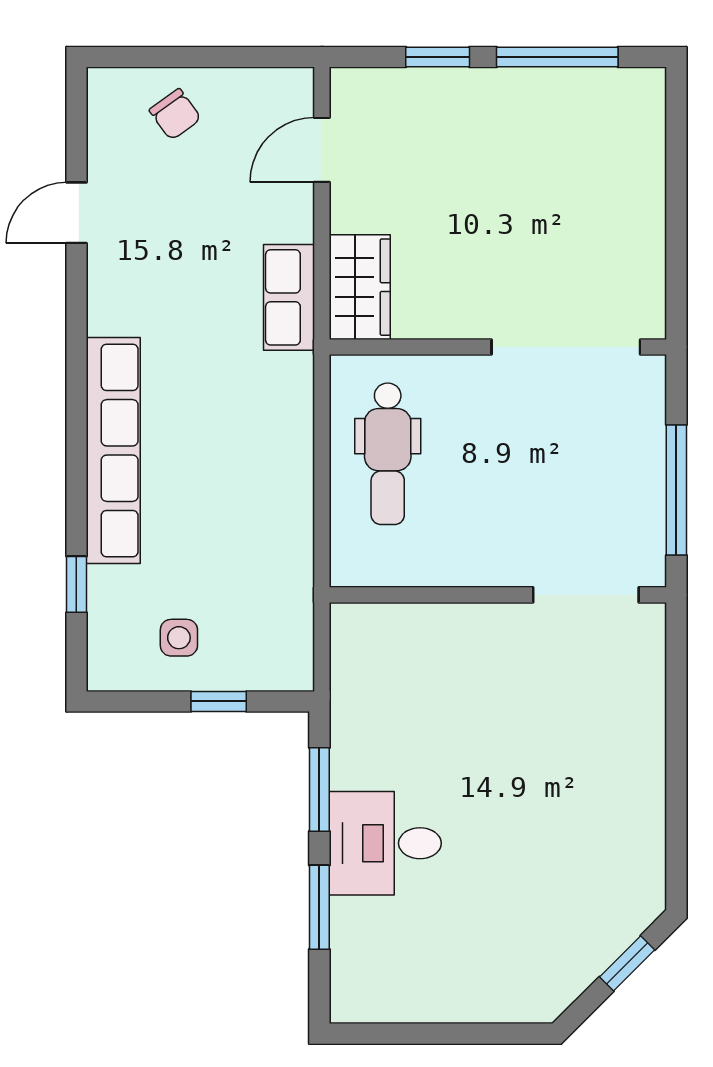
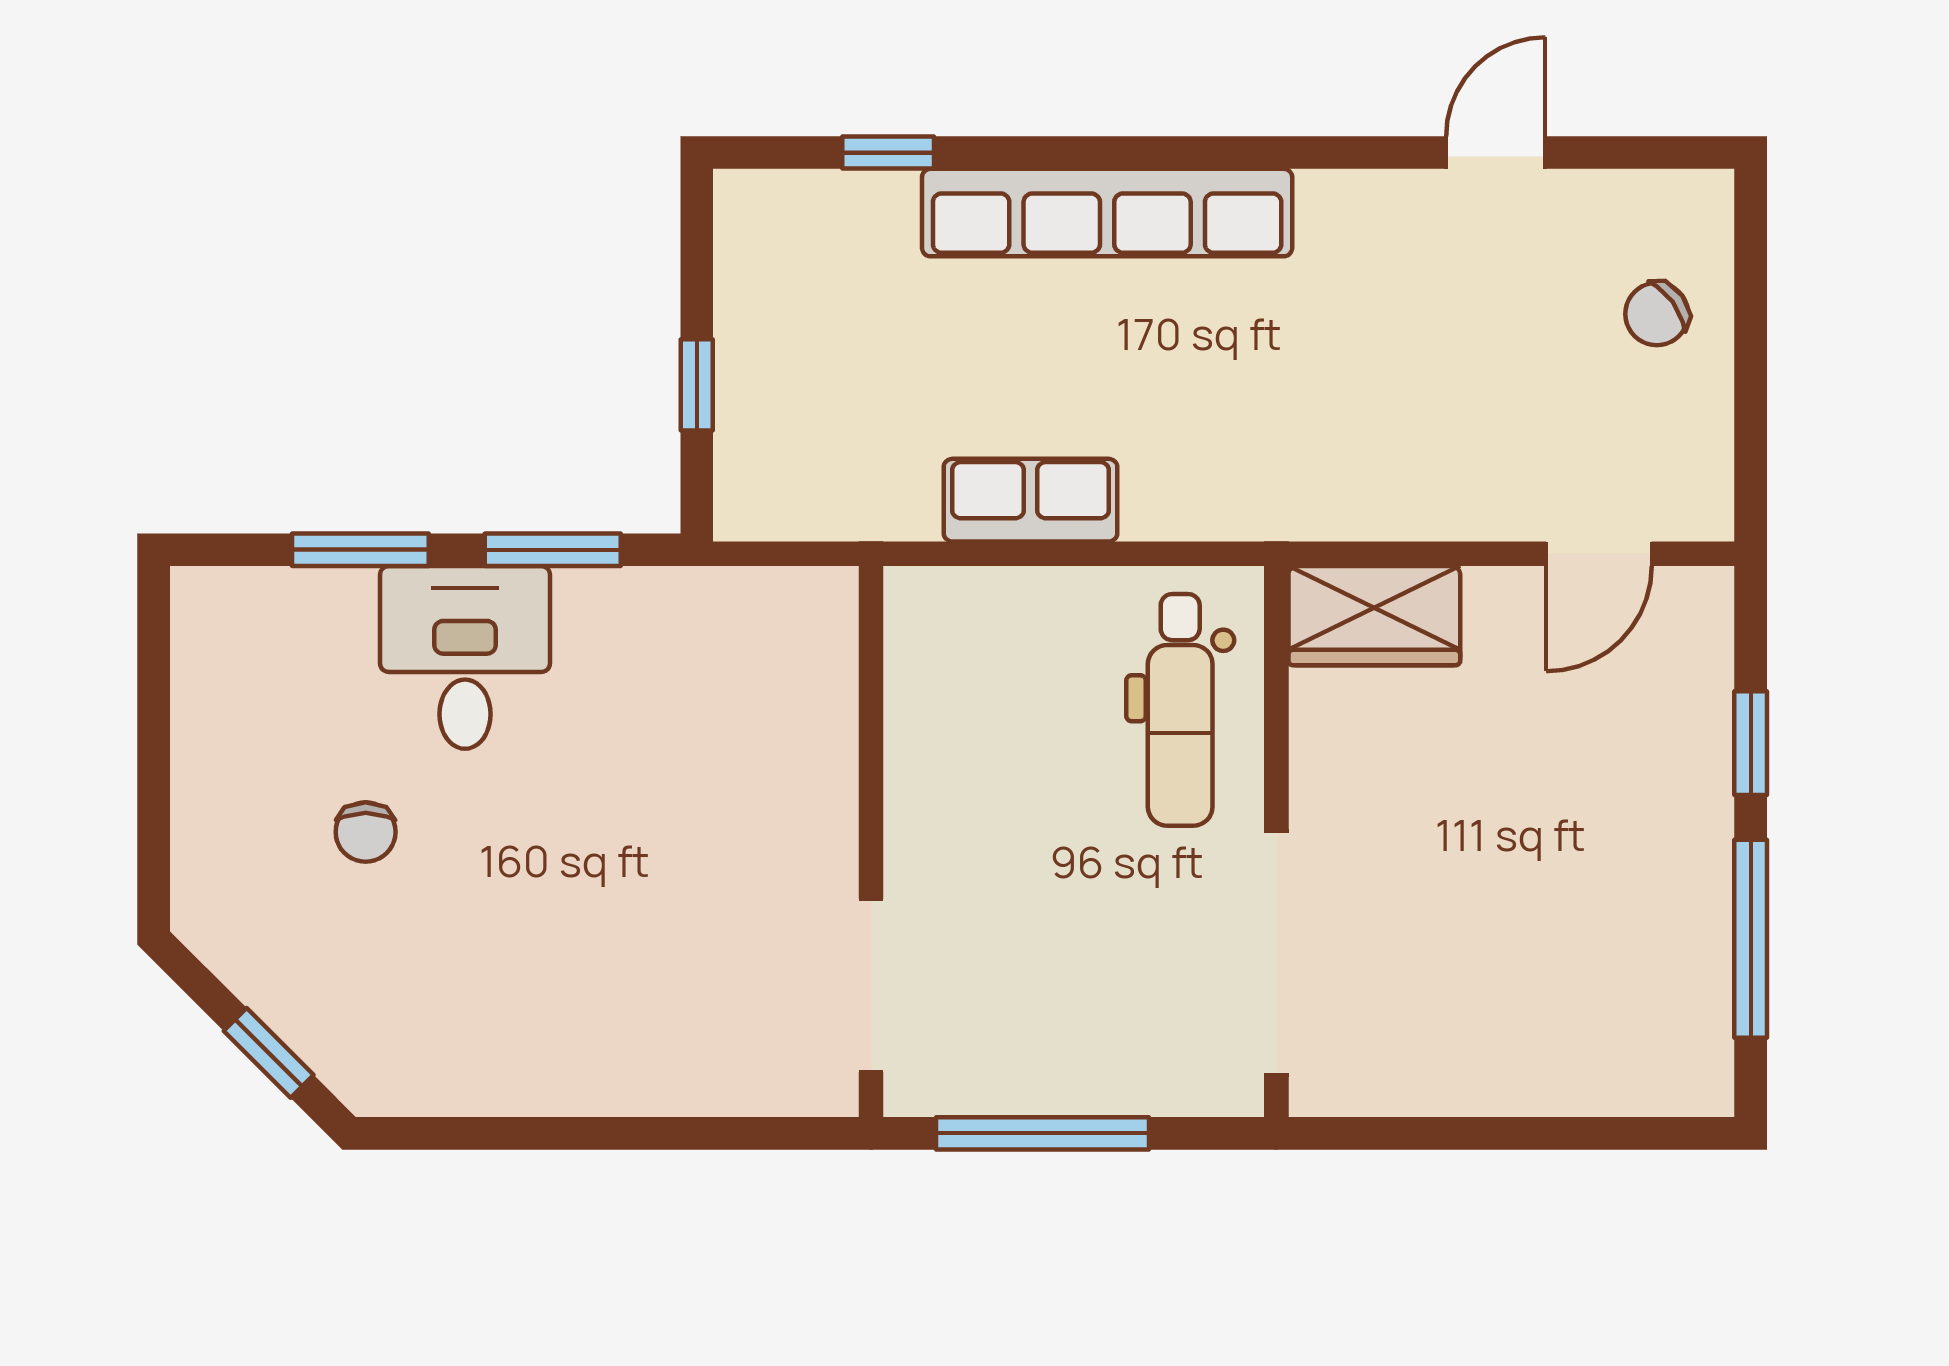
door: (322, 150) -> (1599, 554), swing flipped
door: (76, 213) -> (1496, 153), hinge flipped
row of seats: (289, 297) -> (1031, 500), moved
dental chair: (388, 454) -> (1180, 710), moved, turned -90
side table: (179, 638) -> (801, 320), removed
chair: (492, 904) -> (366, 832), added

